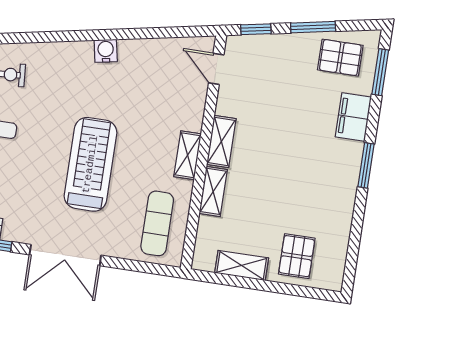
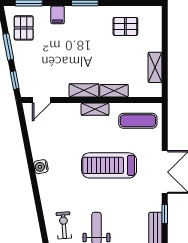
filing cabinet: (353, 117) -> (58, 15), width x0.50
pallet: (297, 256) -> (125, 26), moved

